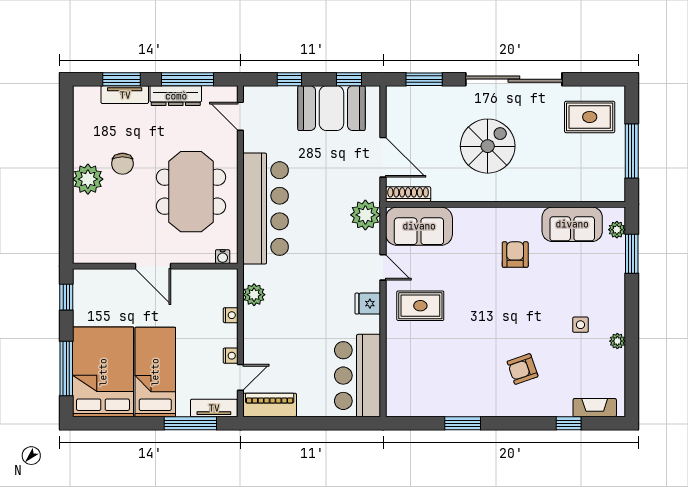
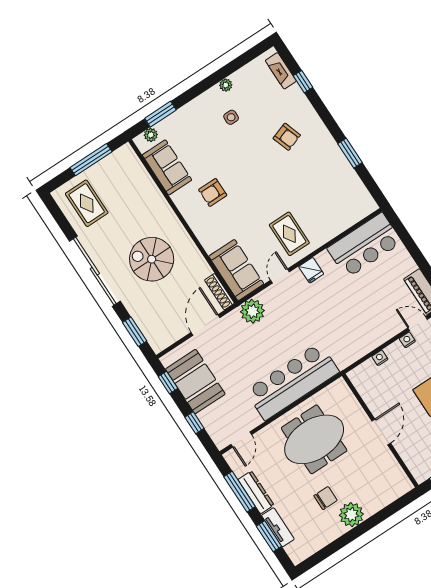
water cooler: (223, 257) -> (344, 389), removed
plant: (254, 295) -> (356, 351), removed

